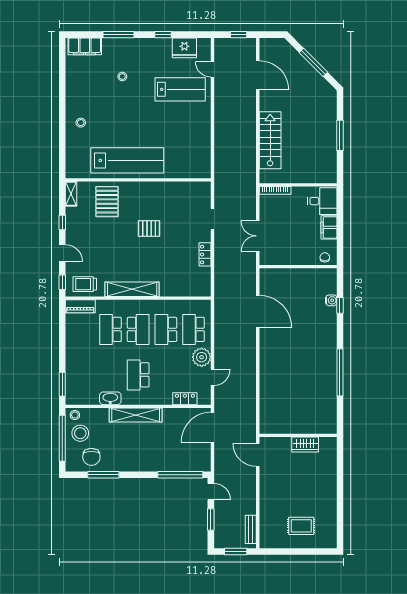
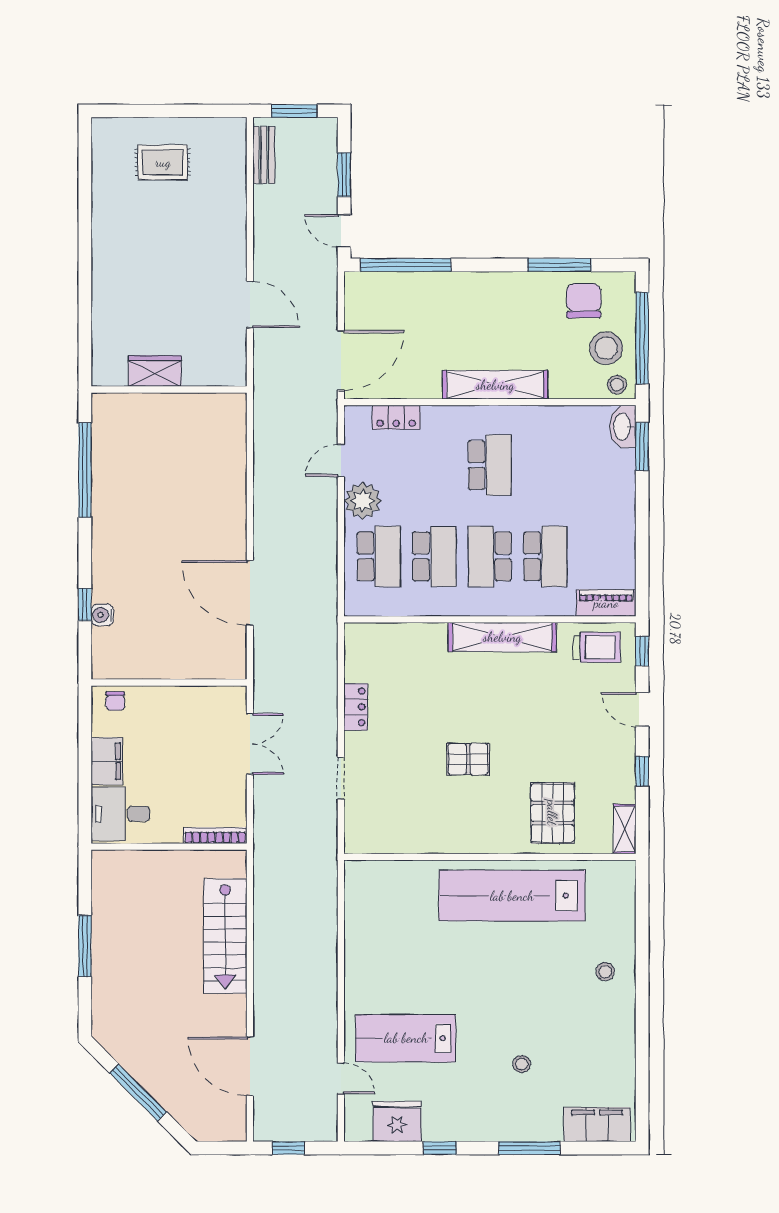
washbasin: (110, 398) -> (623, 427), moved, turned 90
wall: (298, 435) -> (169, 389), moved
wardrobe: (305, 444) -> (155, 371), moved

